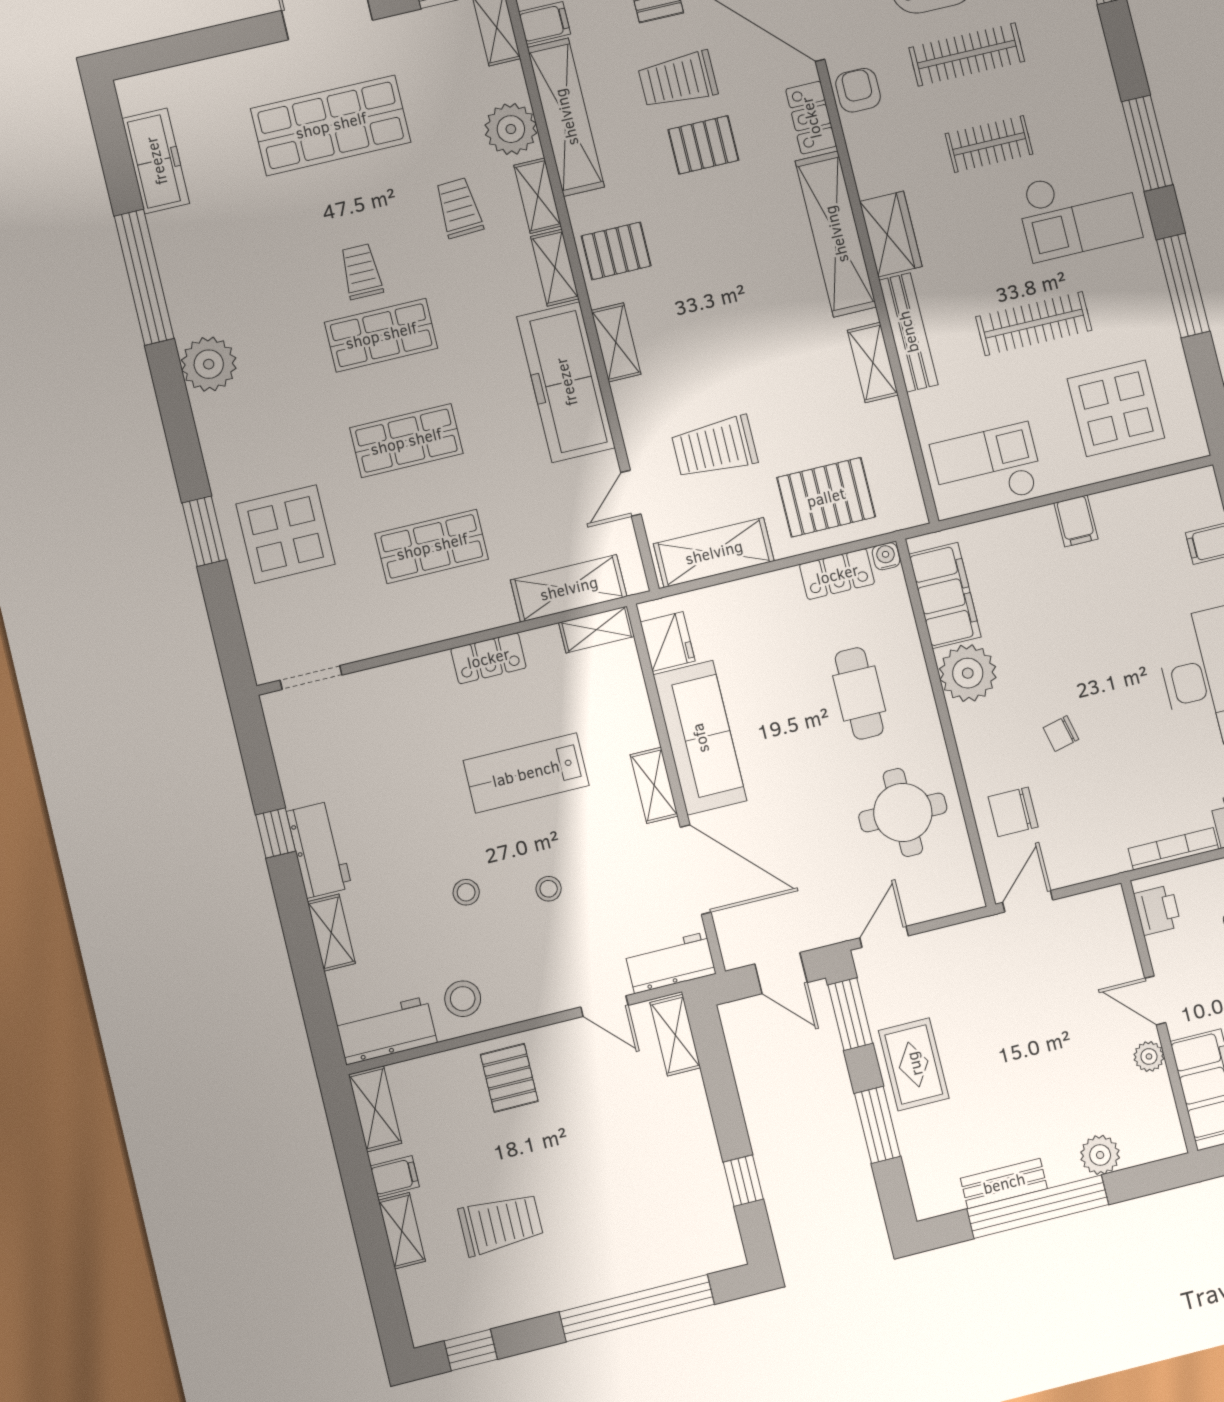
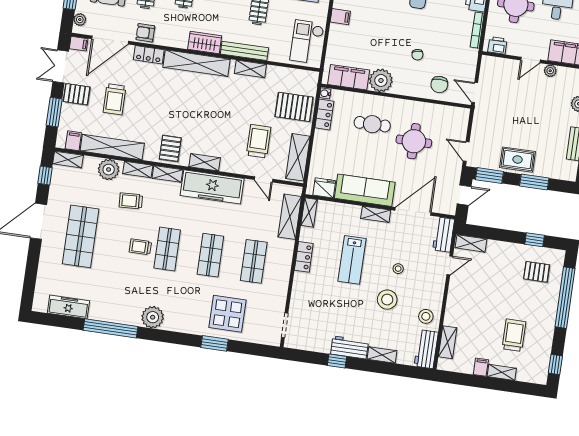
pallet: (703, 145) -> (143, 100), removed
trolley: (715, 447) -> (259, 141), turned 180
pallet: (826, 497) -> (294, 107), turned 90
round table: (903, 812) -> (414, 141), moved
stool: (466, 892) -> (387, 300), width x1.89, depth x1.89
pallet: (509, 1078) -> (537, 272), moved
shelving: (375, 1109) -> (448, 342), moved, turned 90

